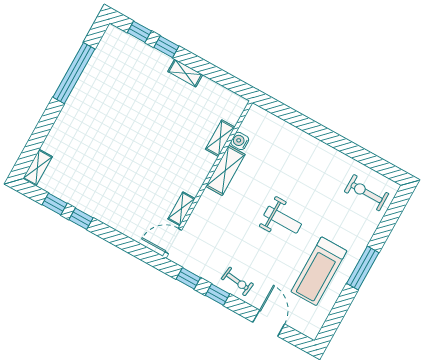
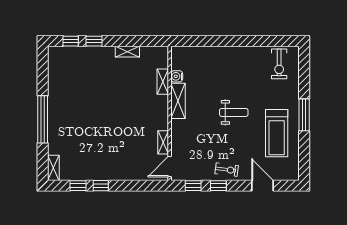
window: (74, 73) -> (43, 119), moved
shelving: (185, 73) -> (127, 52), moved
exercise bike: (367, 193) -> (279, 64), turned -90

